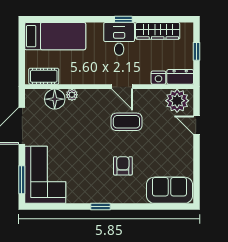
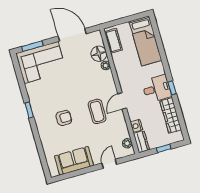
plant: (177, 101) -> (127, 143), width x0.53, depth x0.53
sofa: (169, 190) -> (74, 161), moved, turned -90

